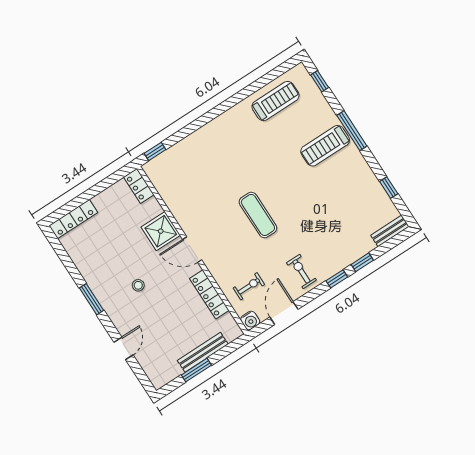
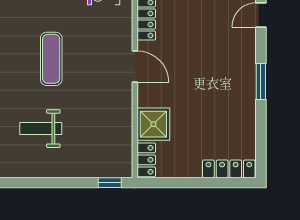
weight bench: (232, 158) -> (41, 129), added
shower: (161, 231) -> (153, 124), moved
stool: (138, 285) -> (208, 66), removed

